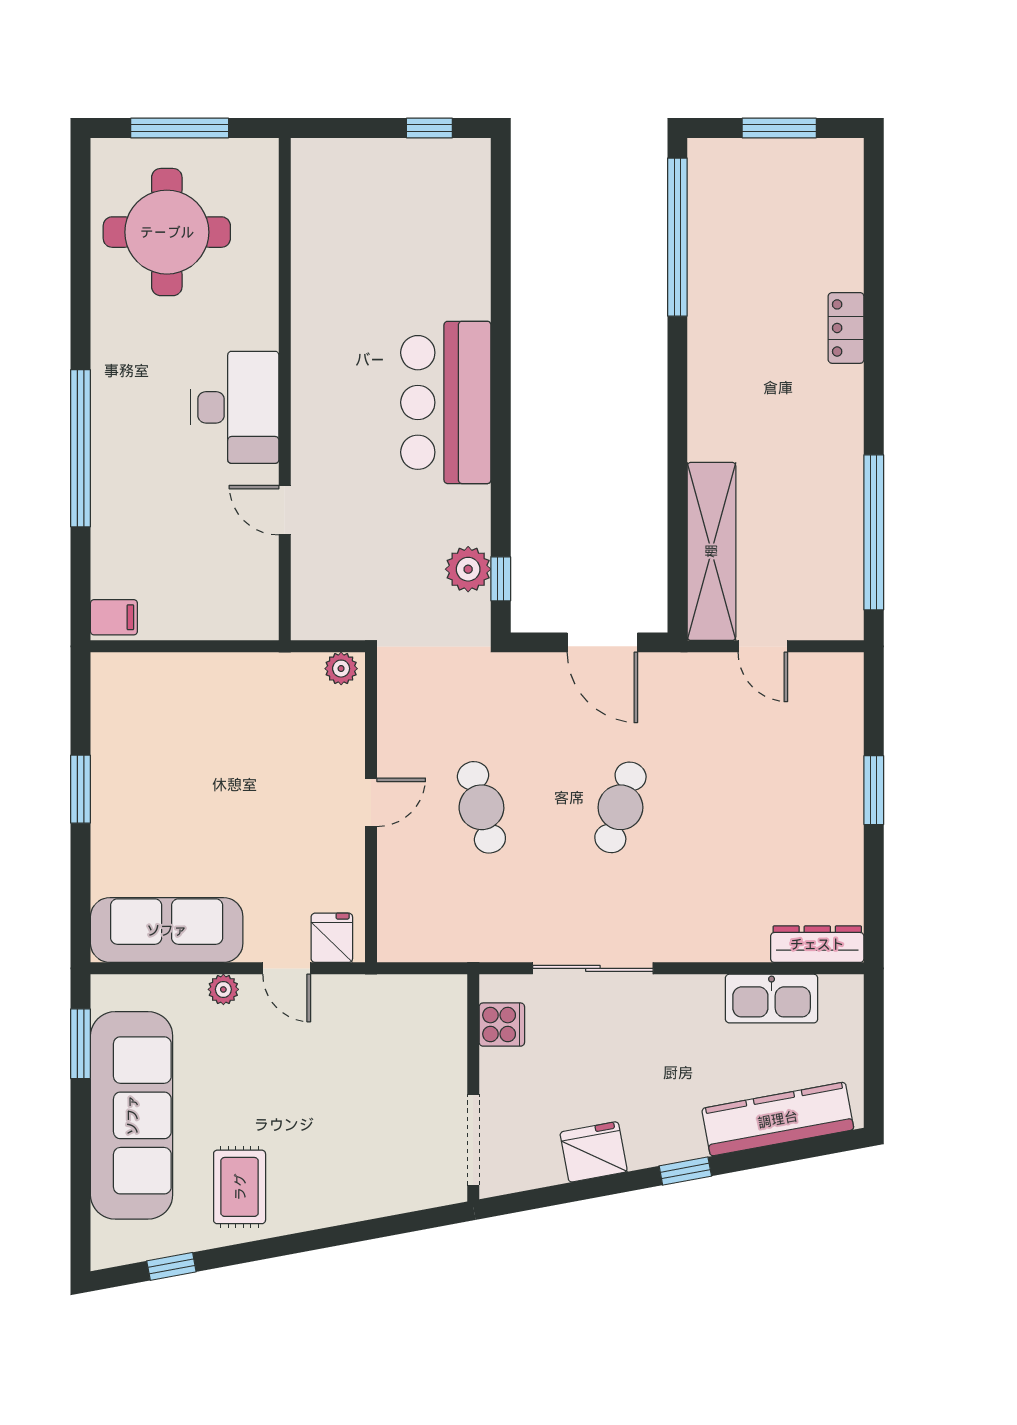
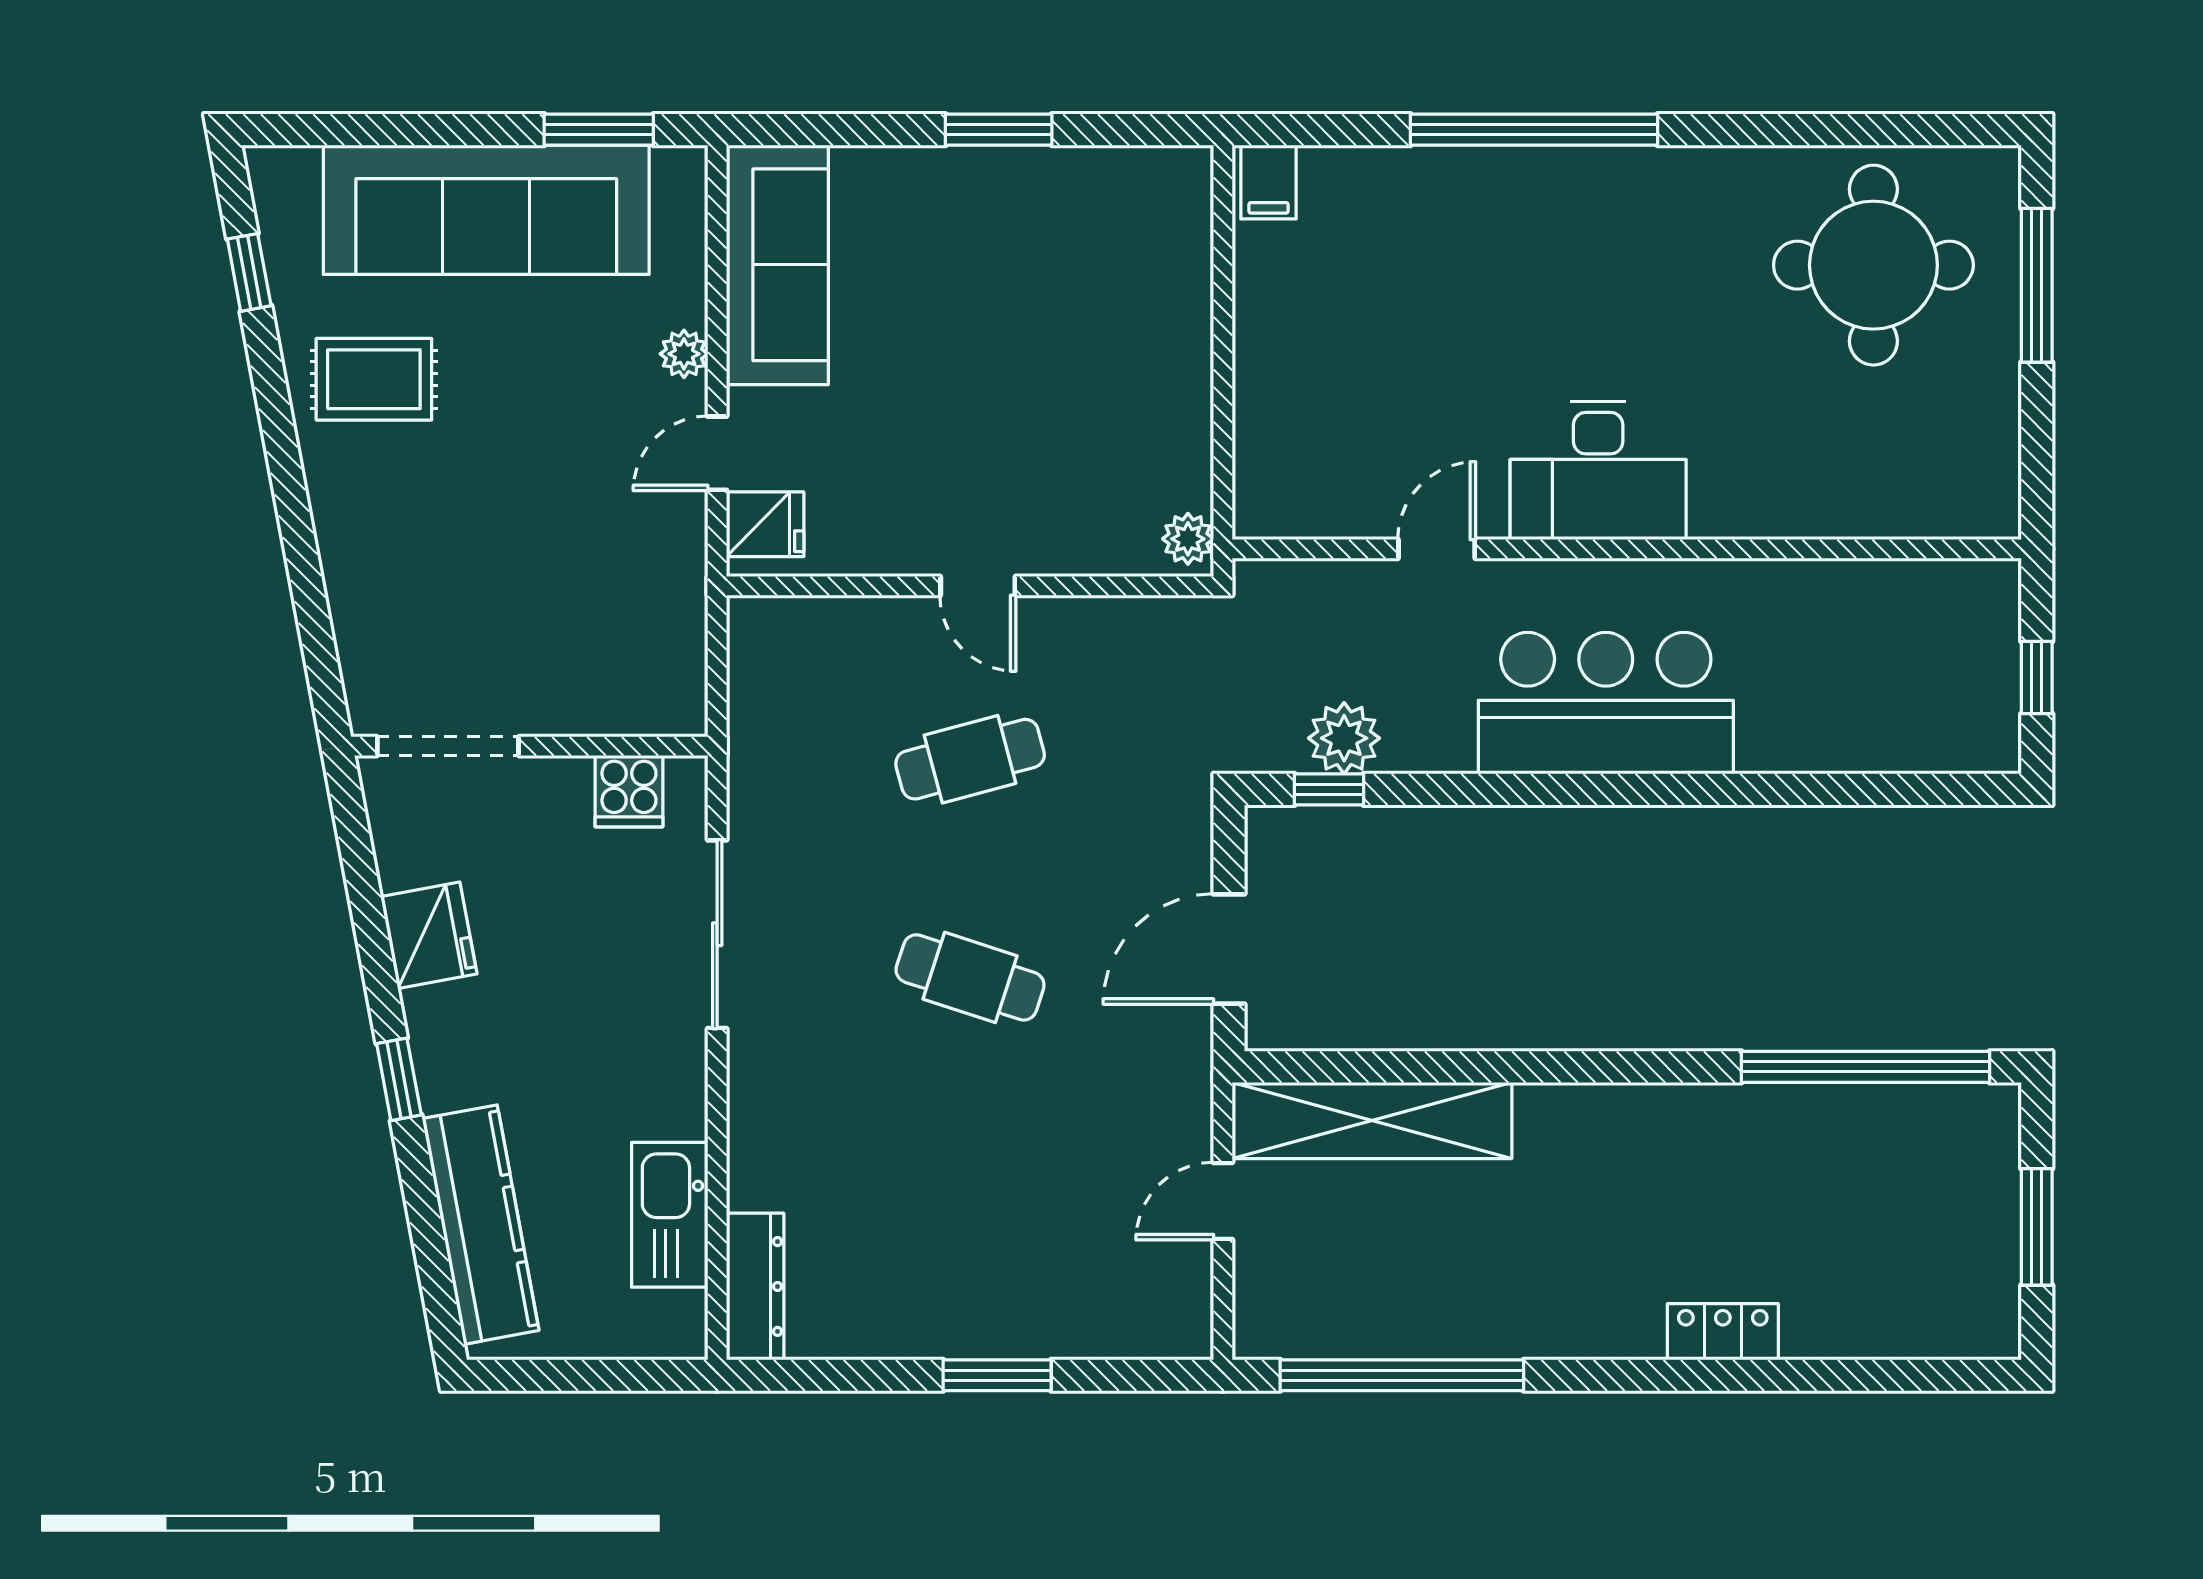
wall: (285, 389) -> (1627, 549), moved
desk: (235, 407) -> (1598, 470), moved
door: (285, 510) -> (1437, 549), moved

